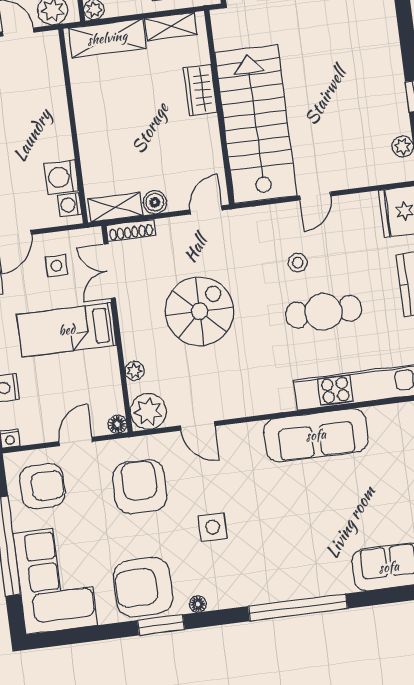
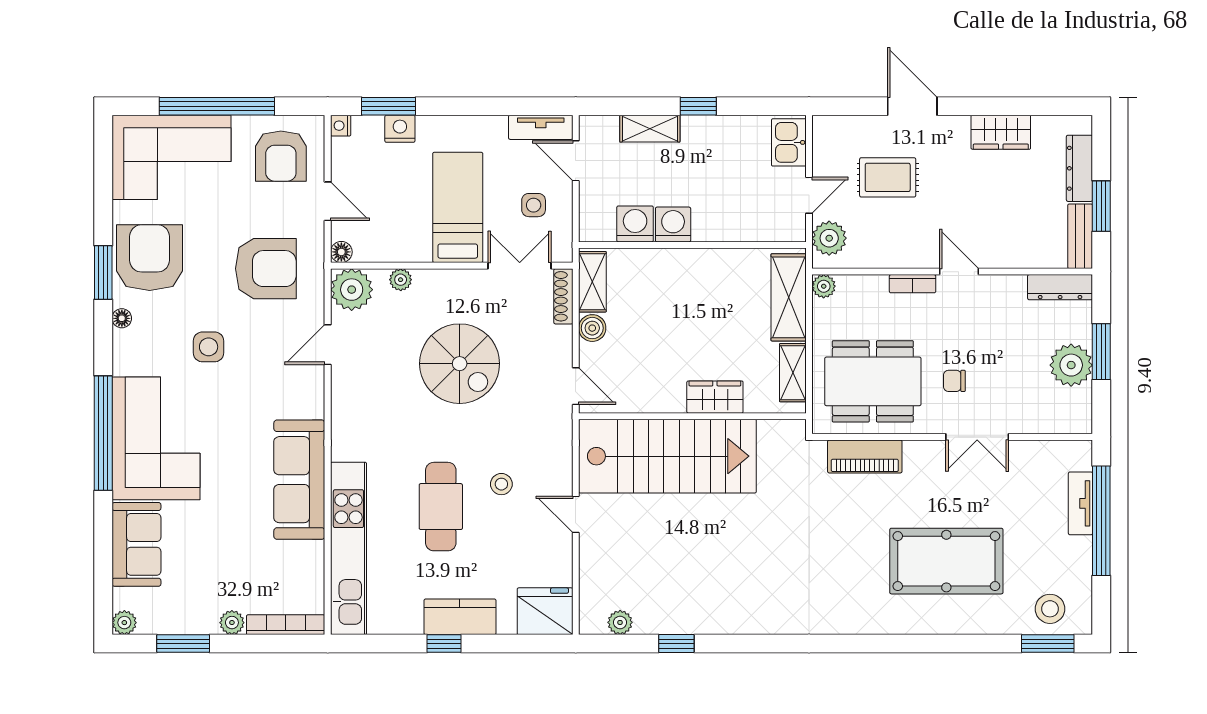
washing machine: (70, 205) -> (673, 224), moved, width x1.38, depth x1.38
corner sofa: (296, 562) -> (156, 438), added

